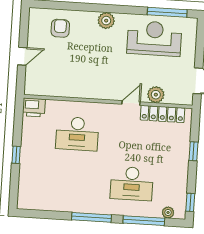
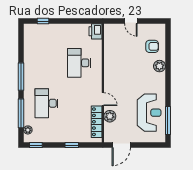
plant: (106, 21) -> (159, 66), moved
window: (16, 155) -> (43, 21), moved

